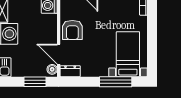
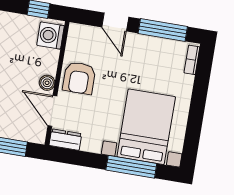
bed with nightstands: (128, 54) -> (146, 127), width x1.36
boiler: (52, 69) -> (47, 83), moved

